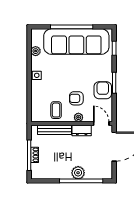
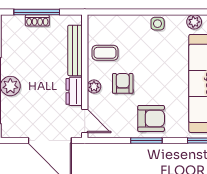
armchair: (103, 90) -> (151, 118), moved
door: (101, 123) -> (85, 121), hinge flipped

